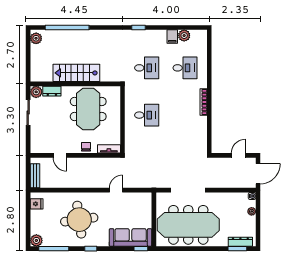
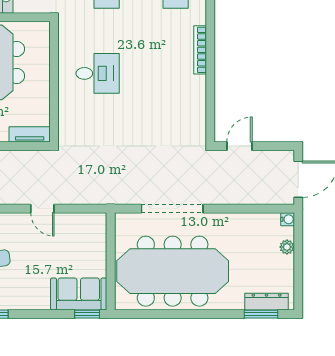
door: (238, 155) -> (239, 146), moved
door: (116, 190) -> (42, 209), swing flipped
sofa: (131, 237) -> (79, 294), width x0.73

